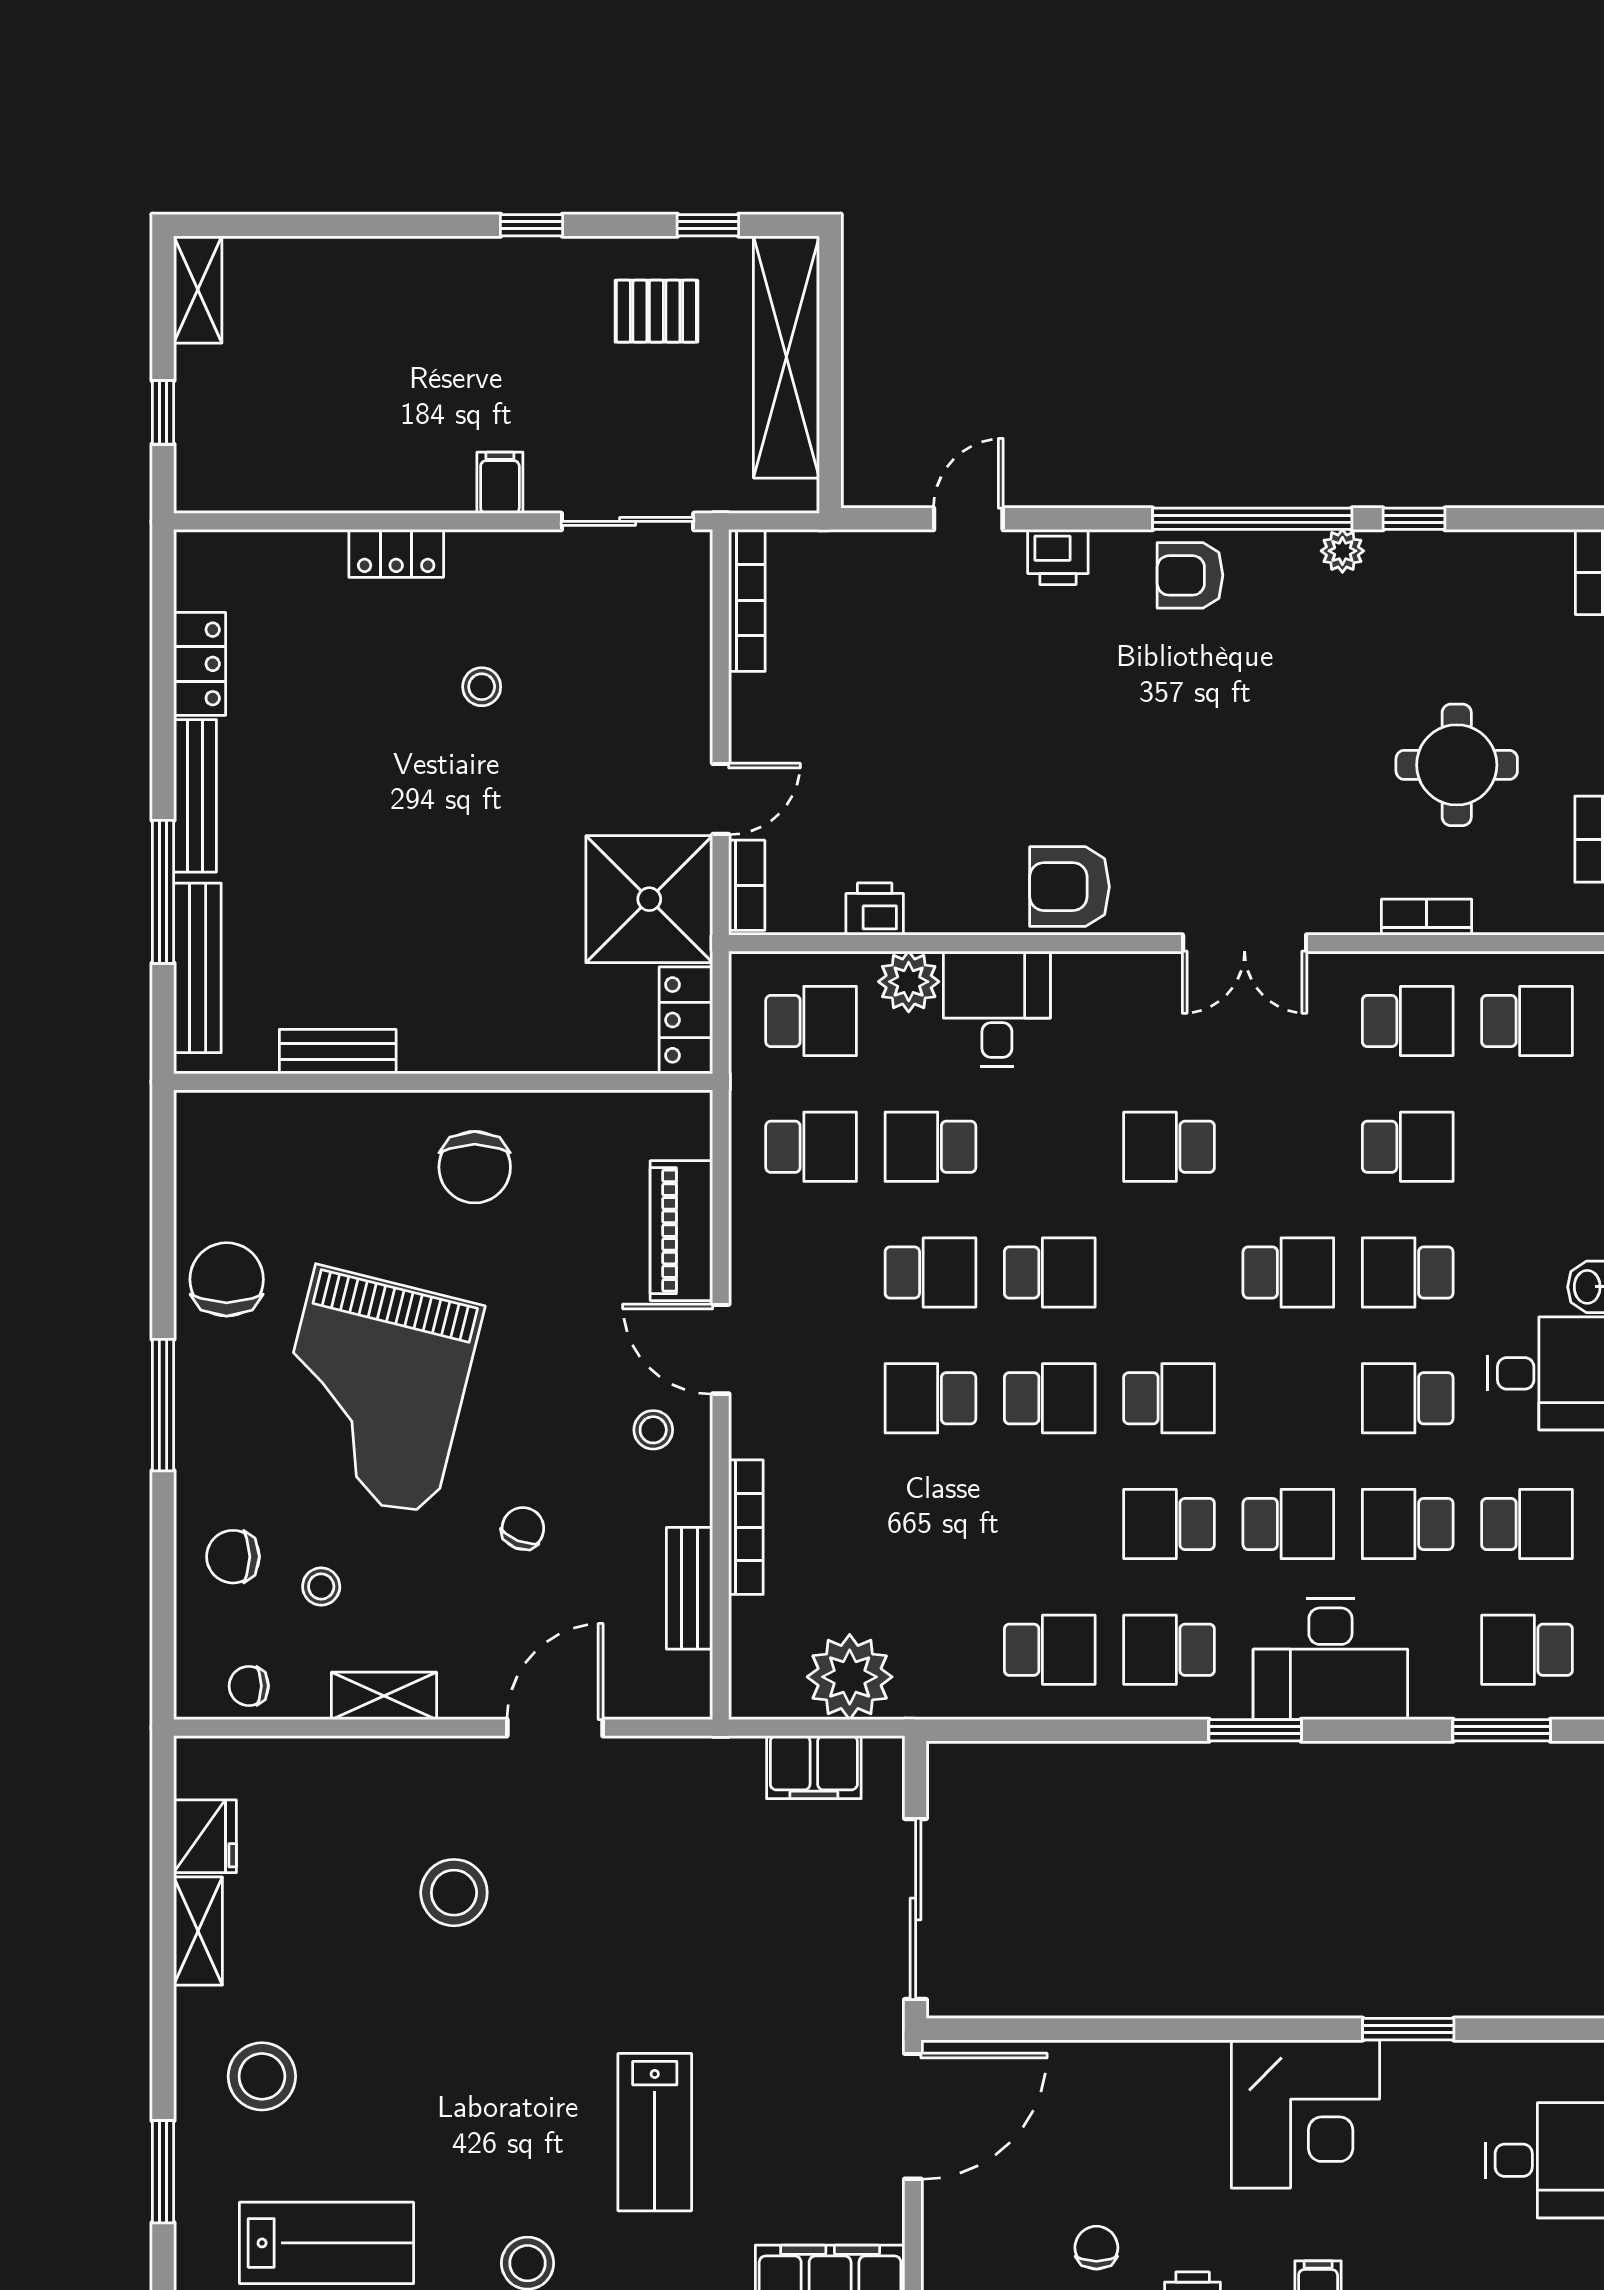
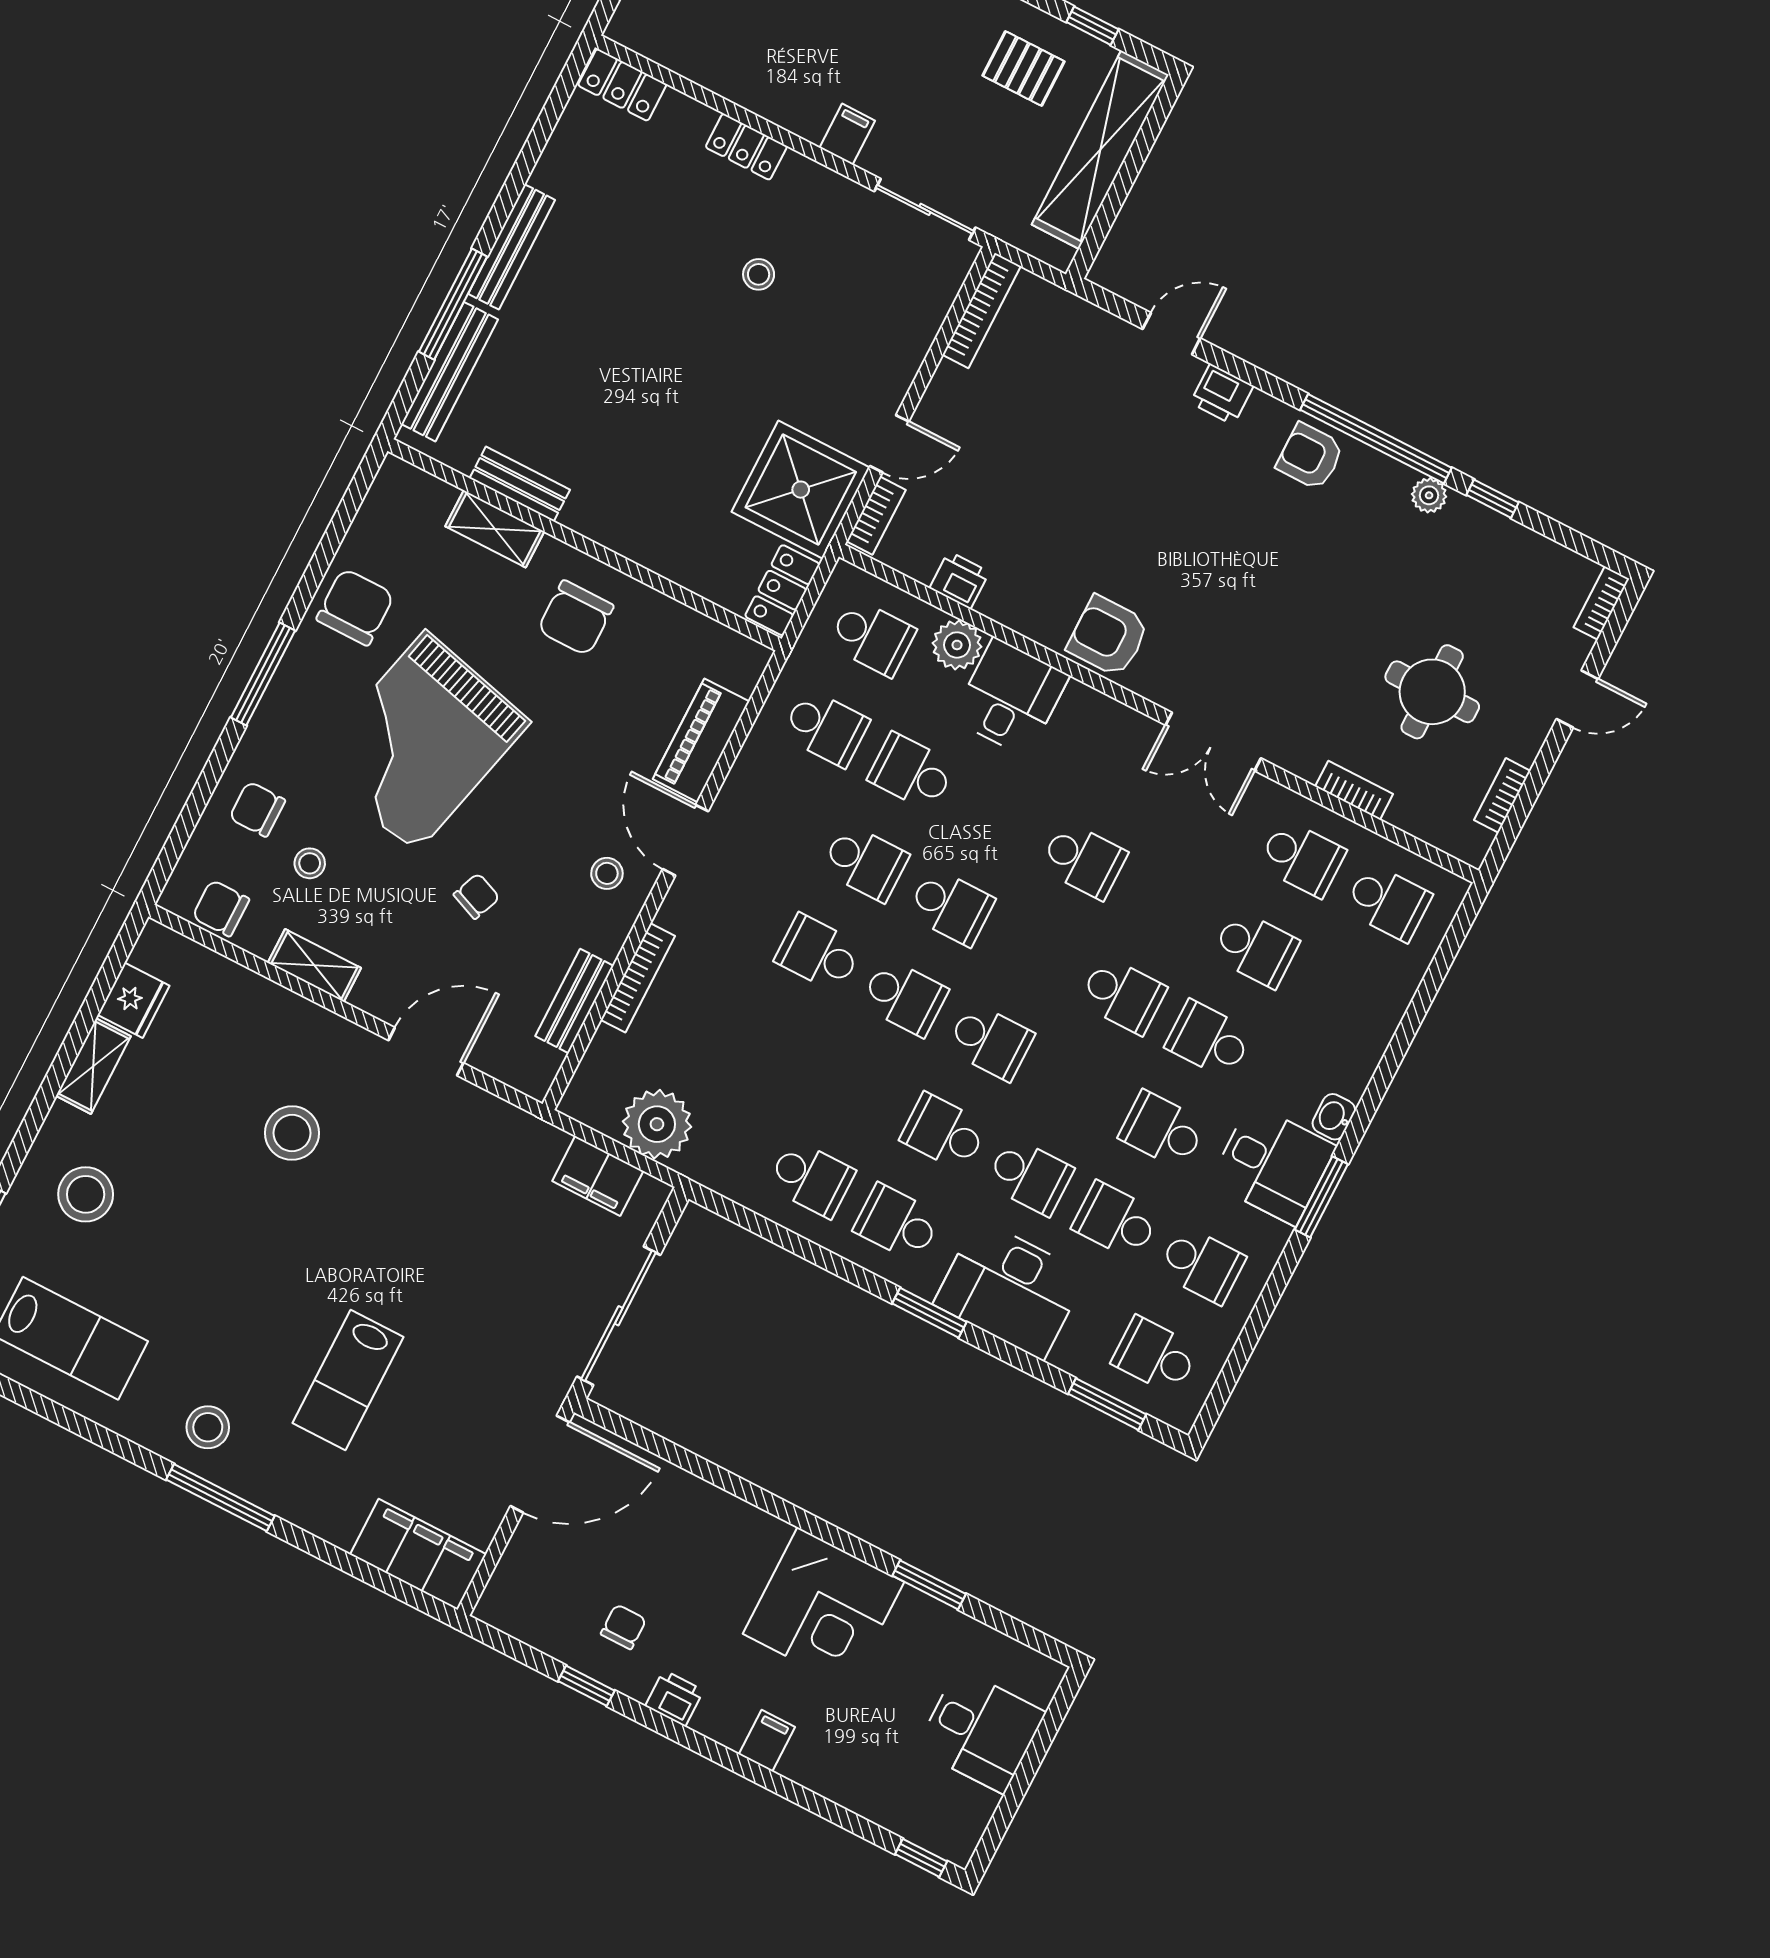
locker: (200, 664) -> (622, 85), moved, turned 90
shelving: (336, 1115) -> (495, 529), added
school desk: (1169, 1147) -> (1083, 860), turned 180
chair: (249, 1686) -> (221, 908), width x1.37, depth x1.37

